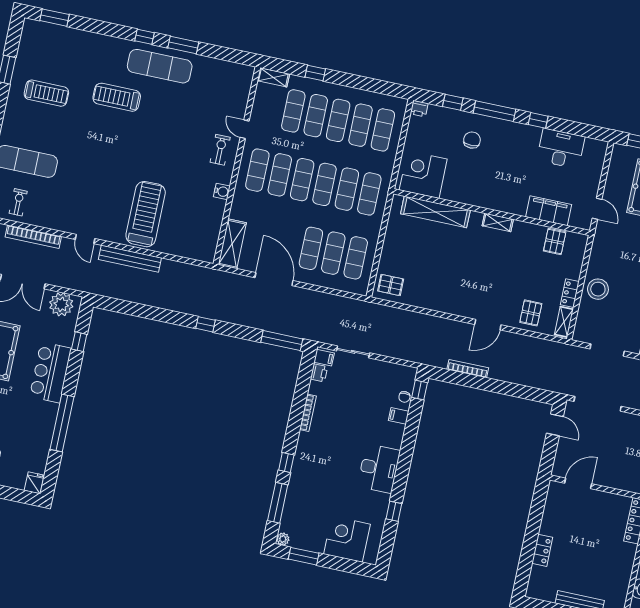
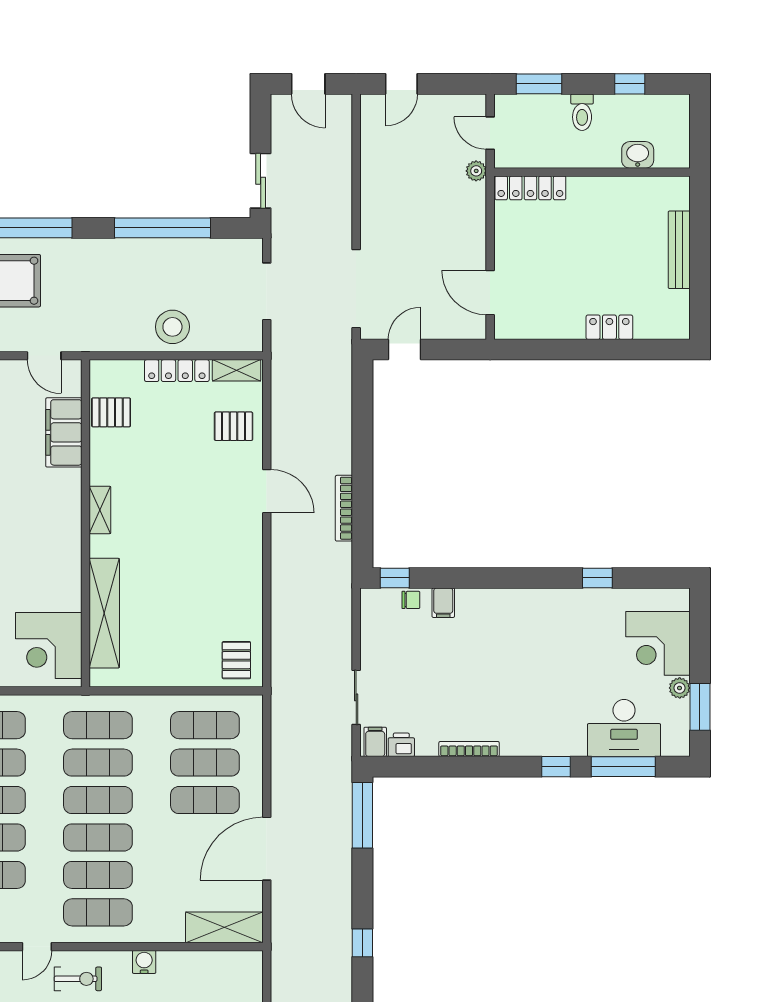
exercise bike: (220, 150) -> (78, 979), turned 180
door: (597, 209) -> (44, 356), swing flipped
locker: (570, 293) -> (177, 371), width x1.53
desk: (379, 468) -> (624, 728), moved, turned 180
plant: (283, 539) -> (680, 688), moved

